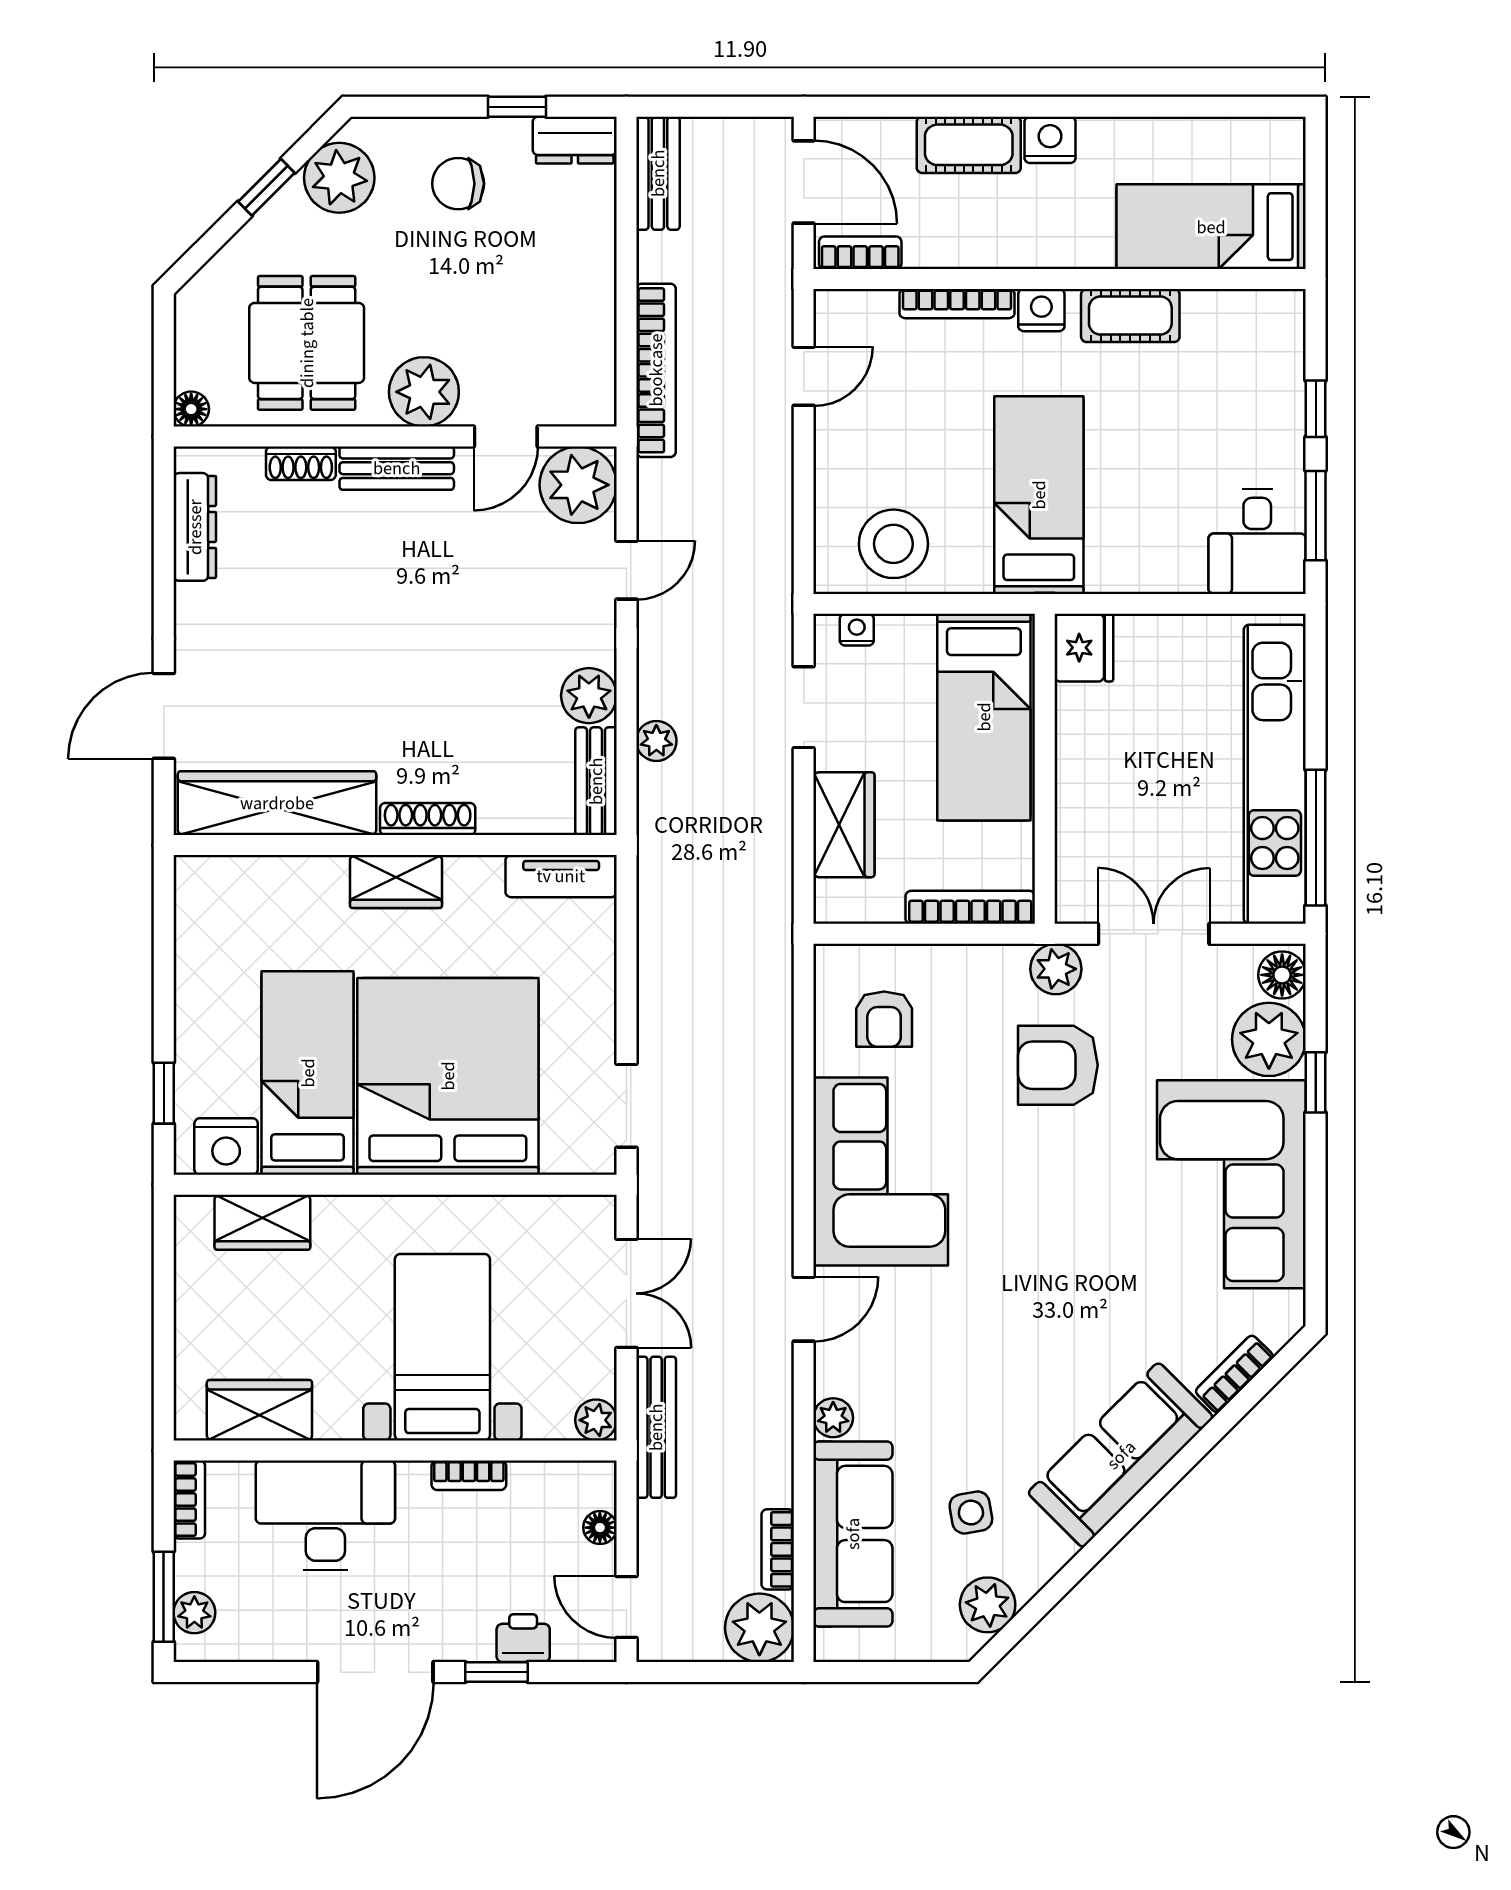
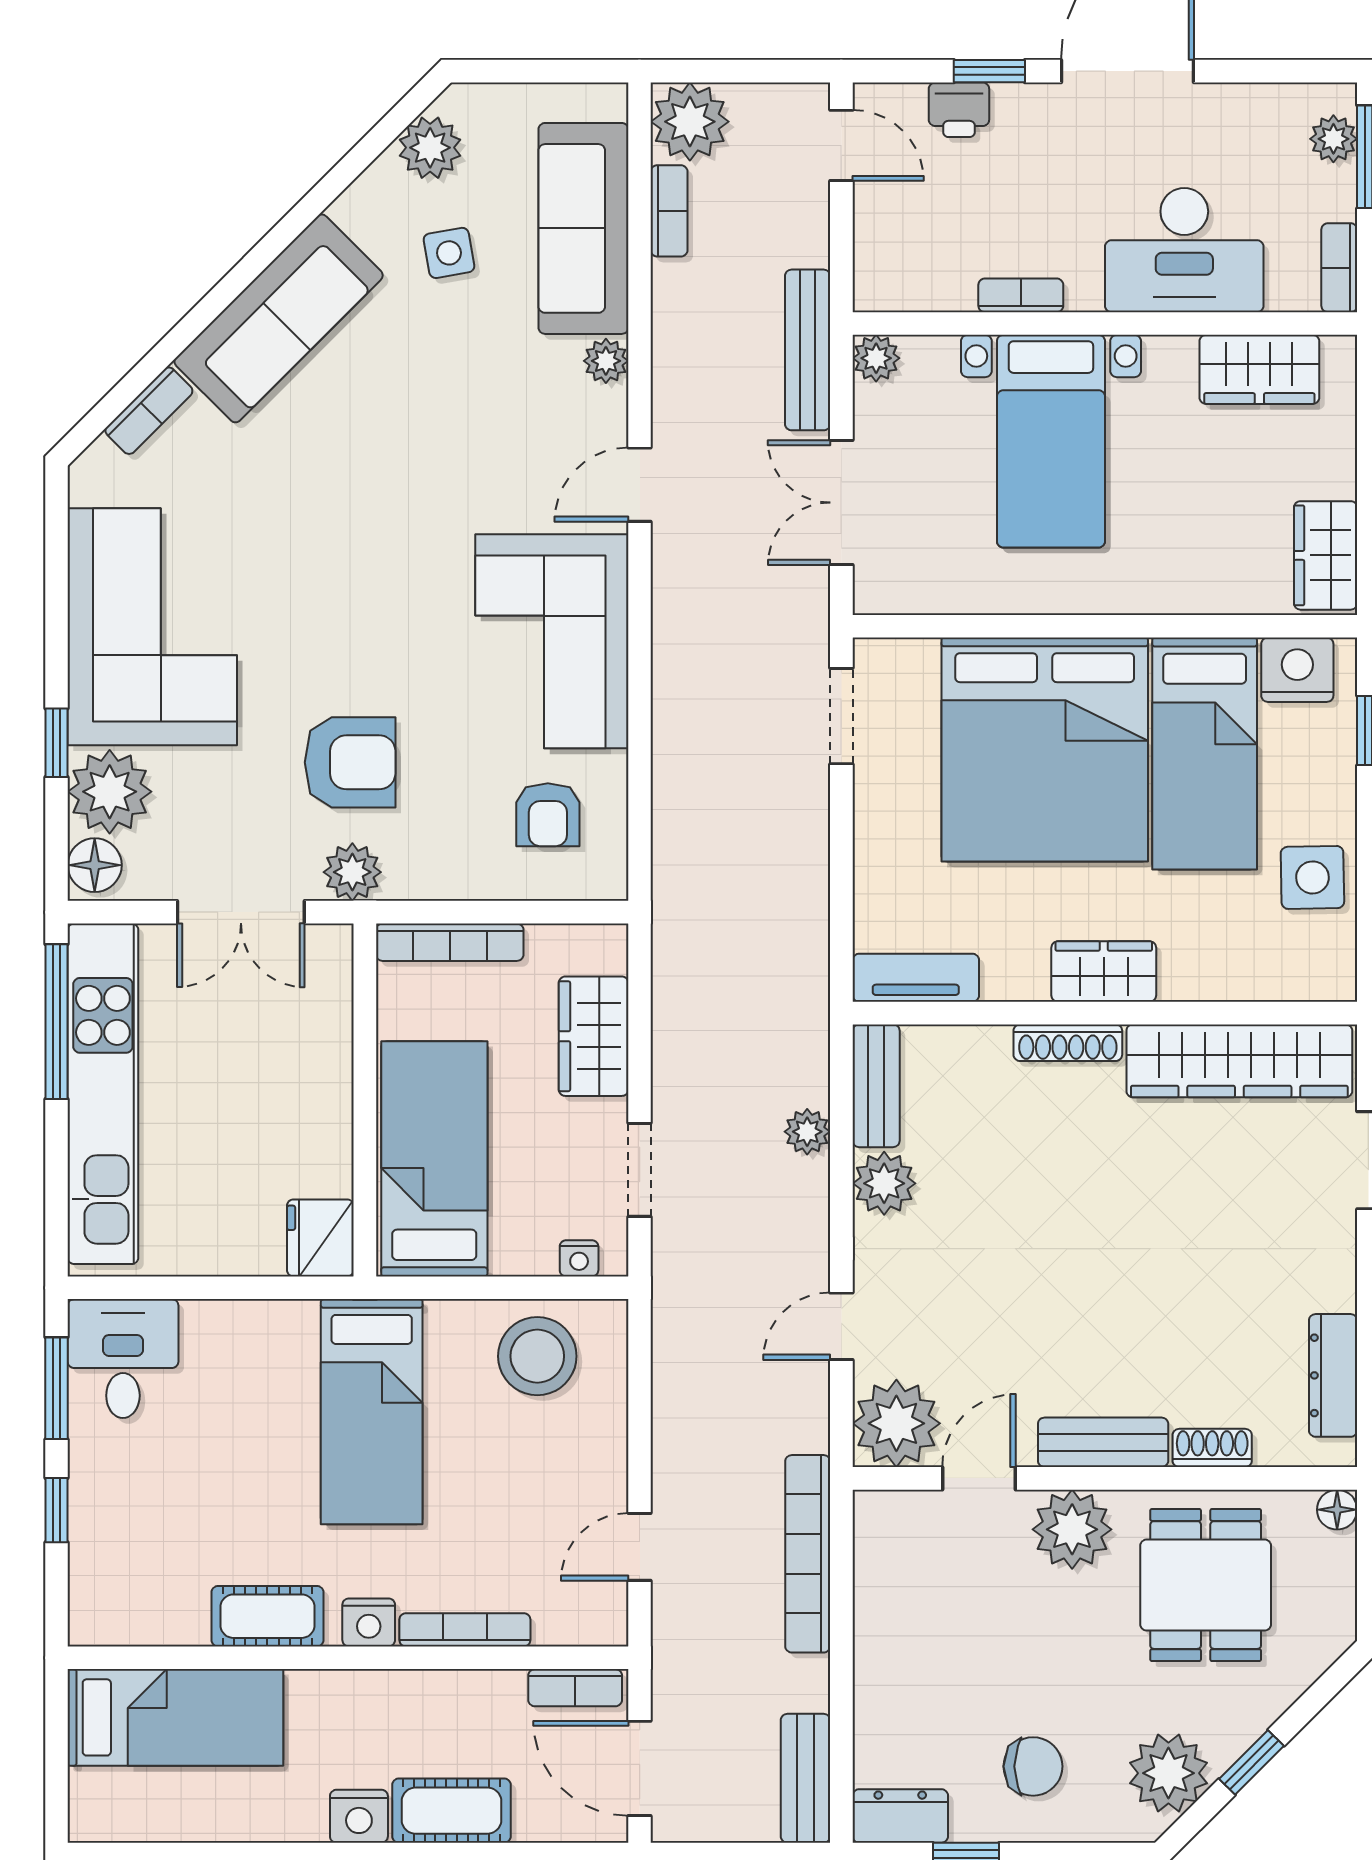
side table: (213, 964) -> (1312, 877), added
armchair: (884, 1019) -> (548, 815), turned 180
wardrobe: (262, 1222) -> (1326, 555), moved, turned -90
floor lamp: (600, 1528) -> (872, 236), removed

